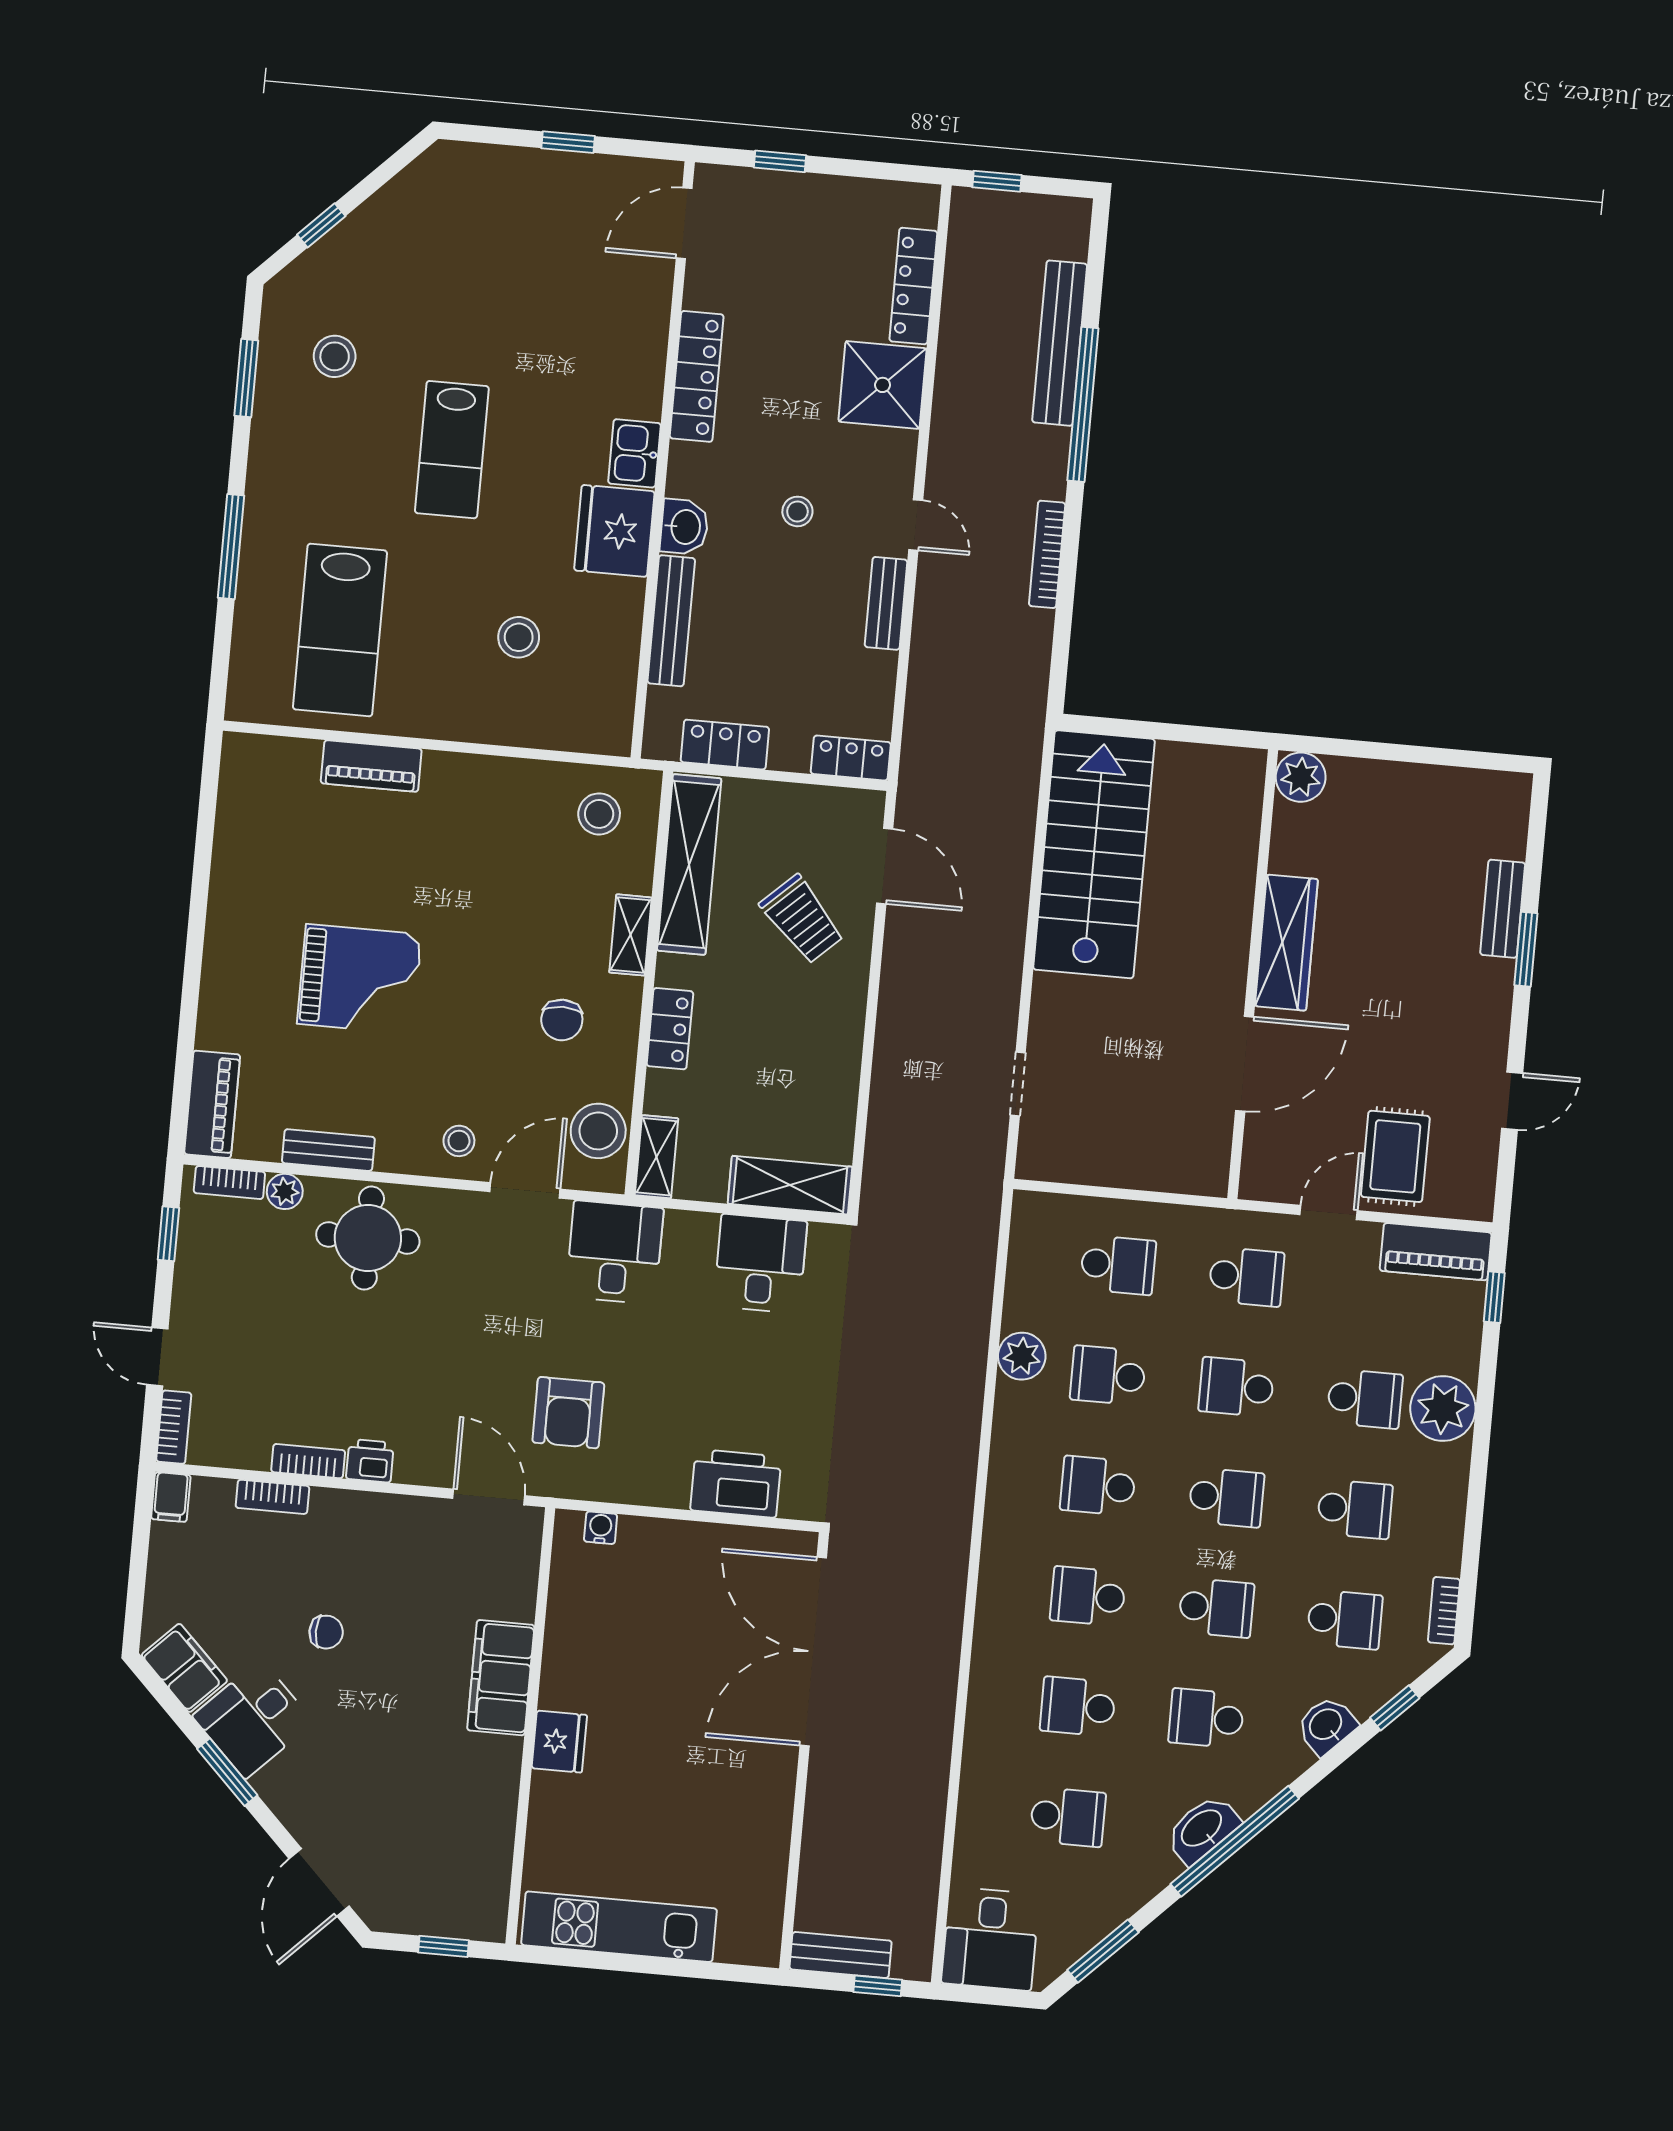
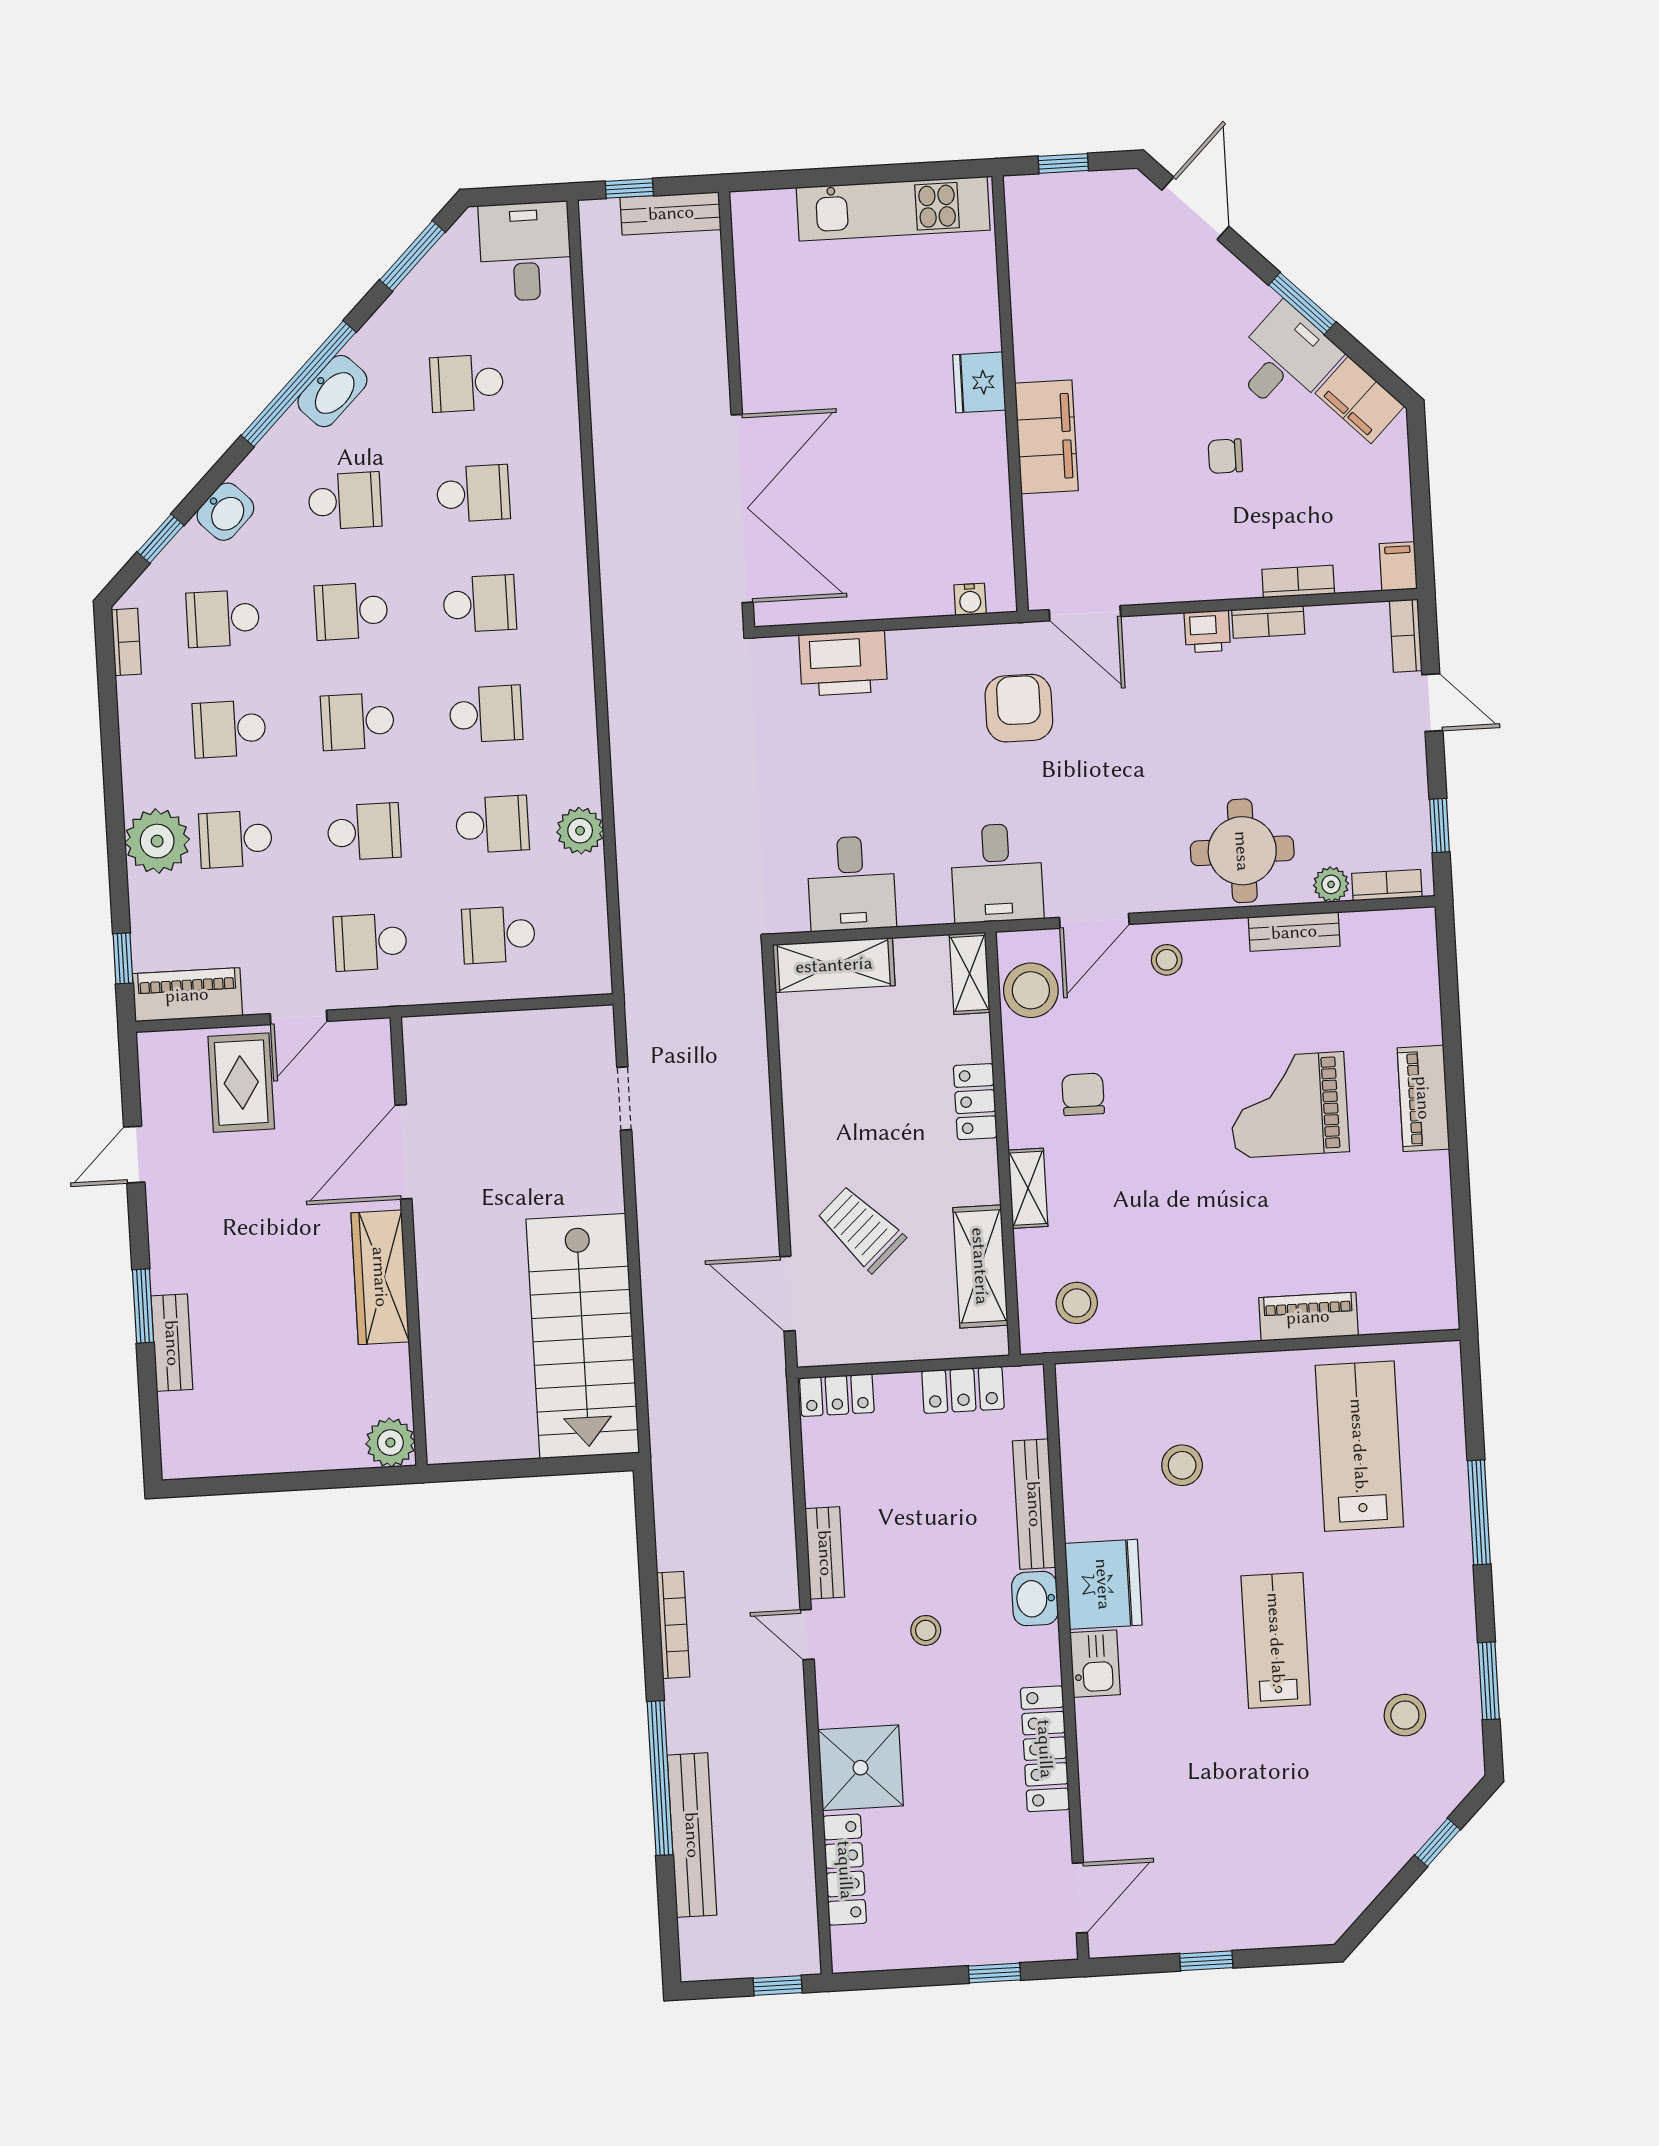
shelving: (689, 864) -> (980, 1266), width x0.68
piano: (212, 1104) -> (1423, 1098), moved

